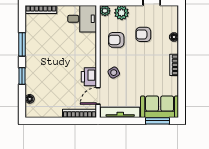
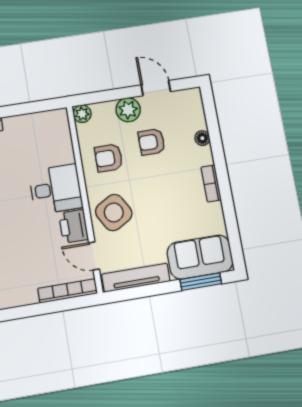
plant: (122, 13) -> (128, 110), moved
desk: (82, 19) -> (56, 189), moved
side table: (114, 73) -> (114, 213), width x1.87, depth x1.87
door: (98, 96) -> (94, 256), hinge flipped

